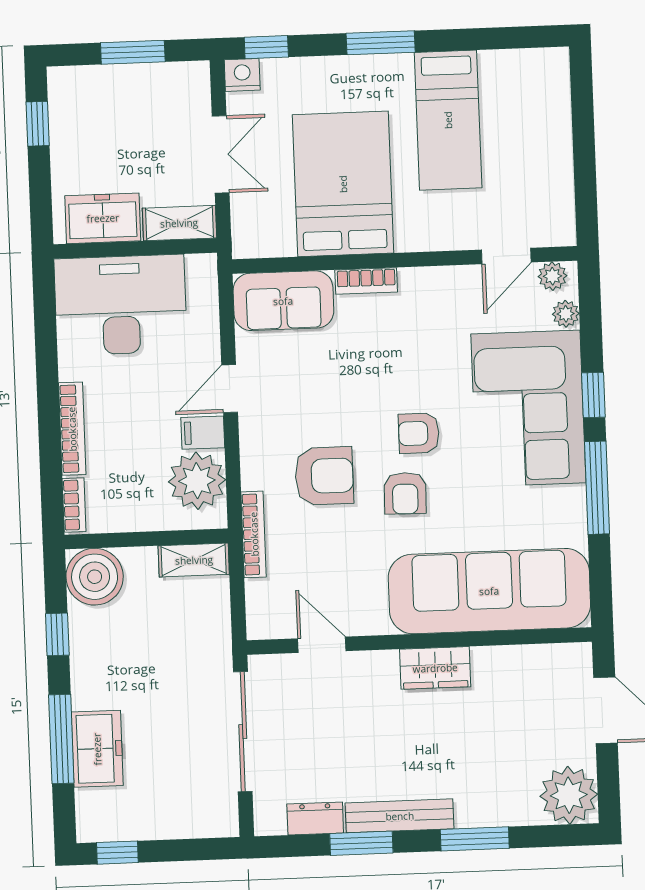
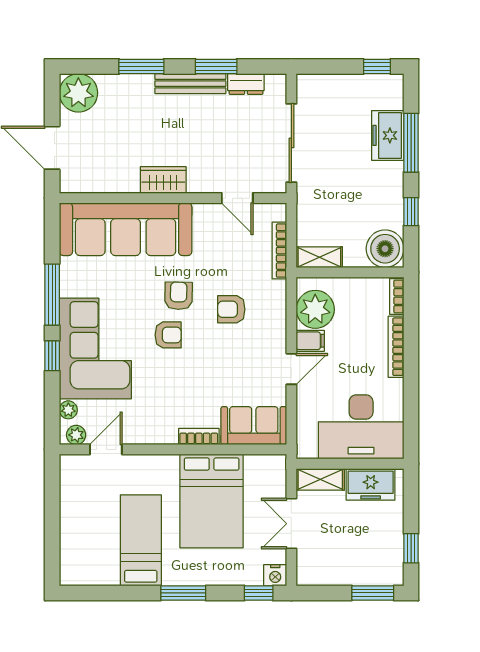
window: (133, 52) -> (373, 593), moved
armchair: (324, 476) -> (231, 309), width x0.72, depth x0.72
bookcase: (254, 534) -> (279, 251), moved

